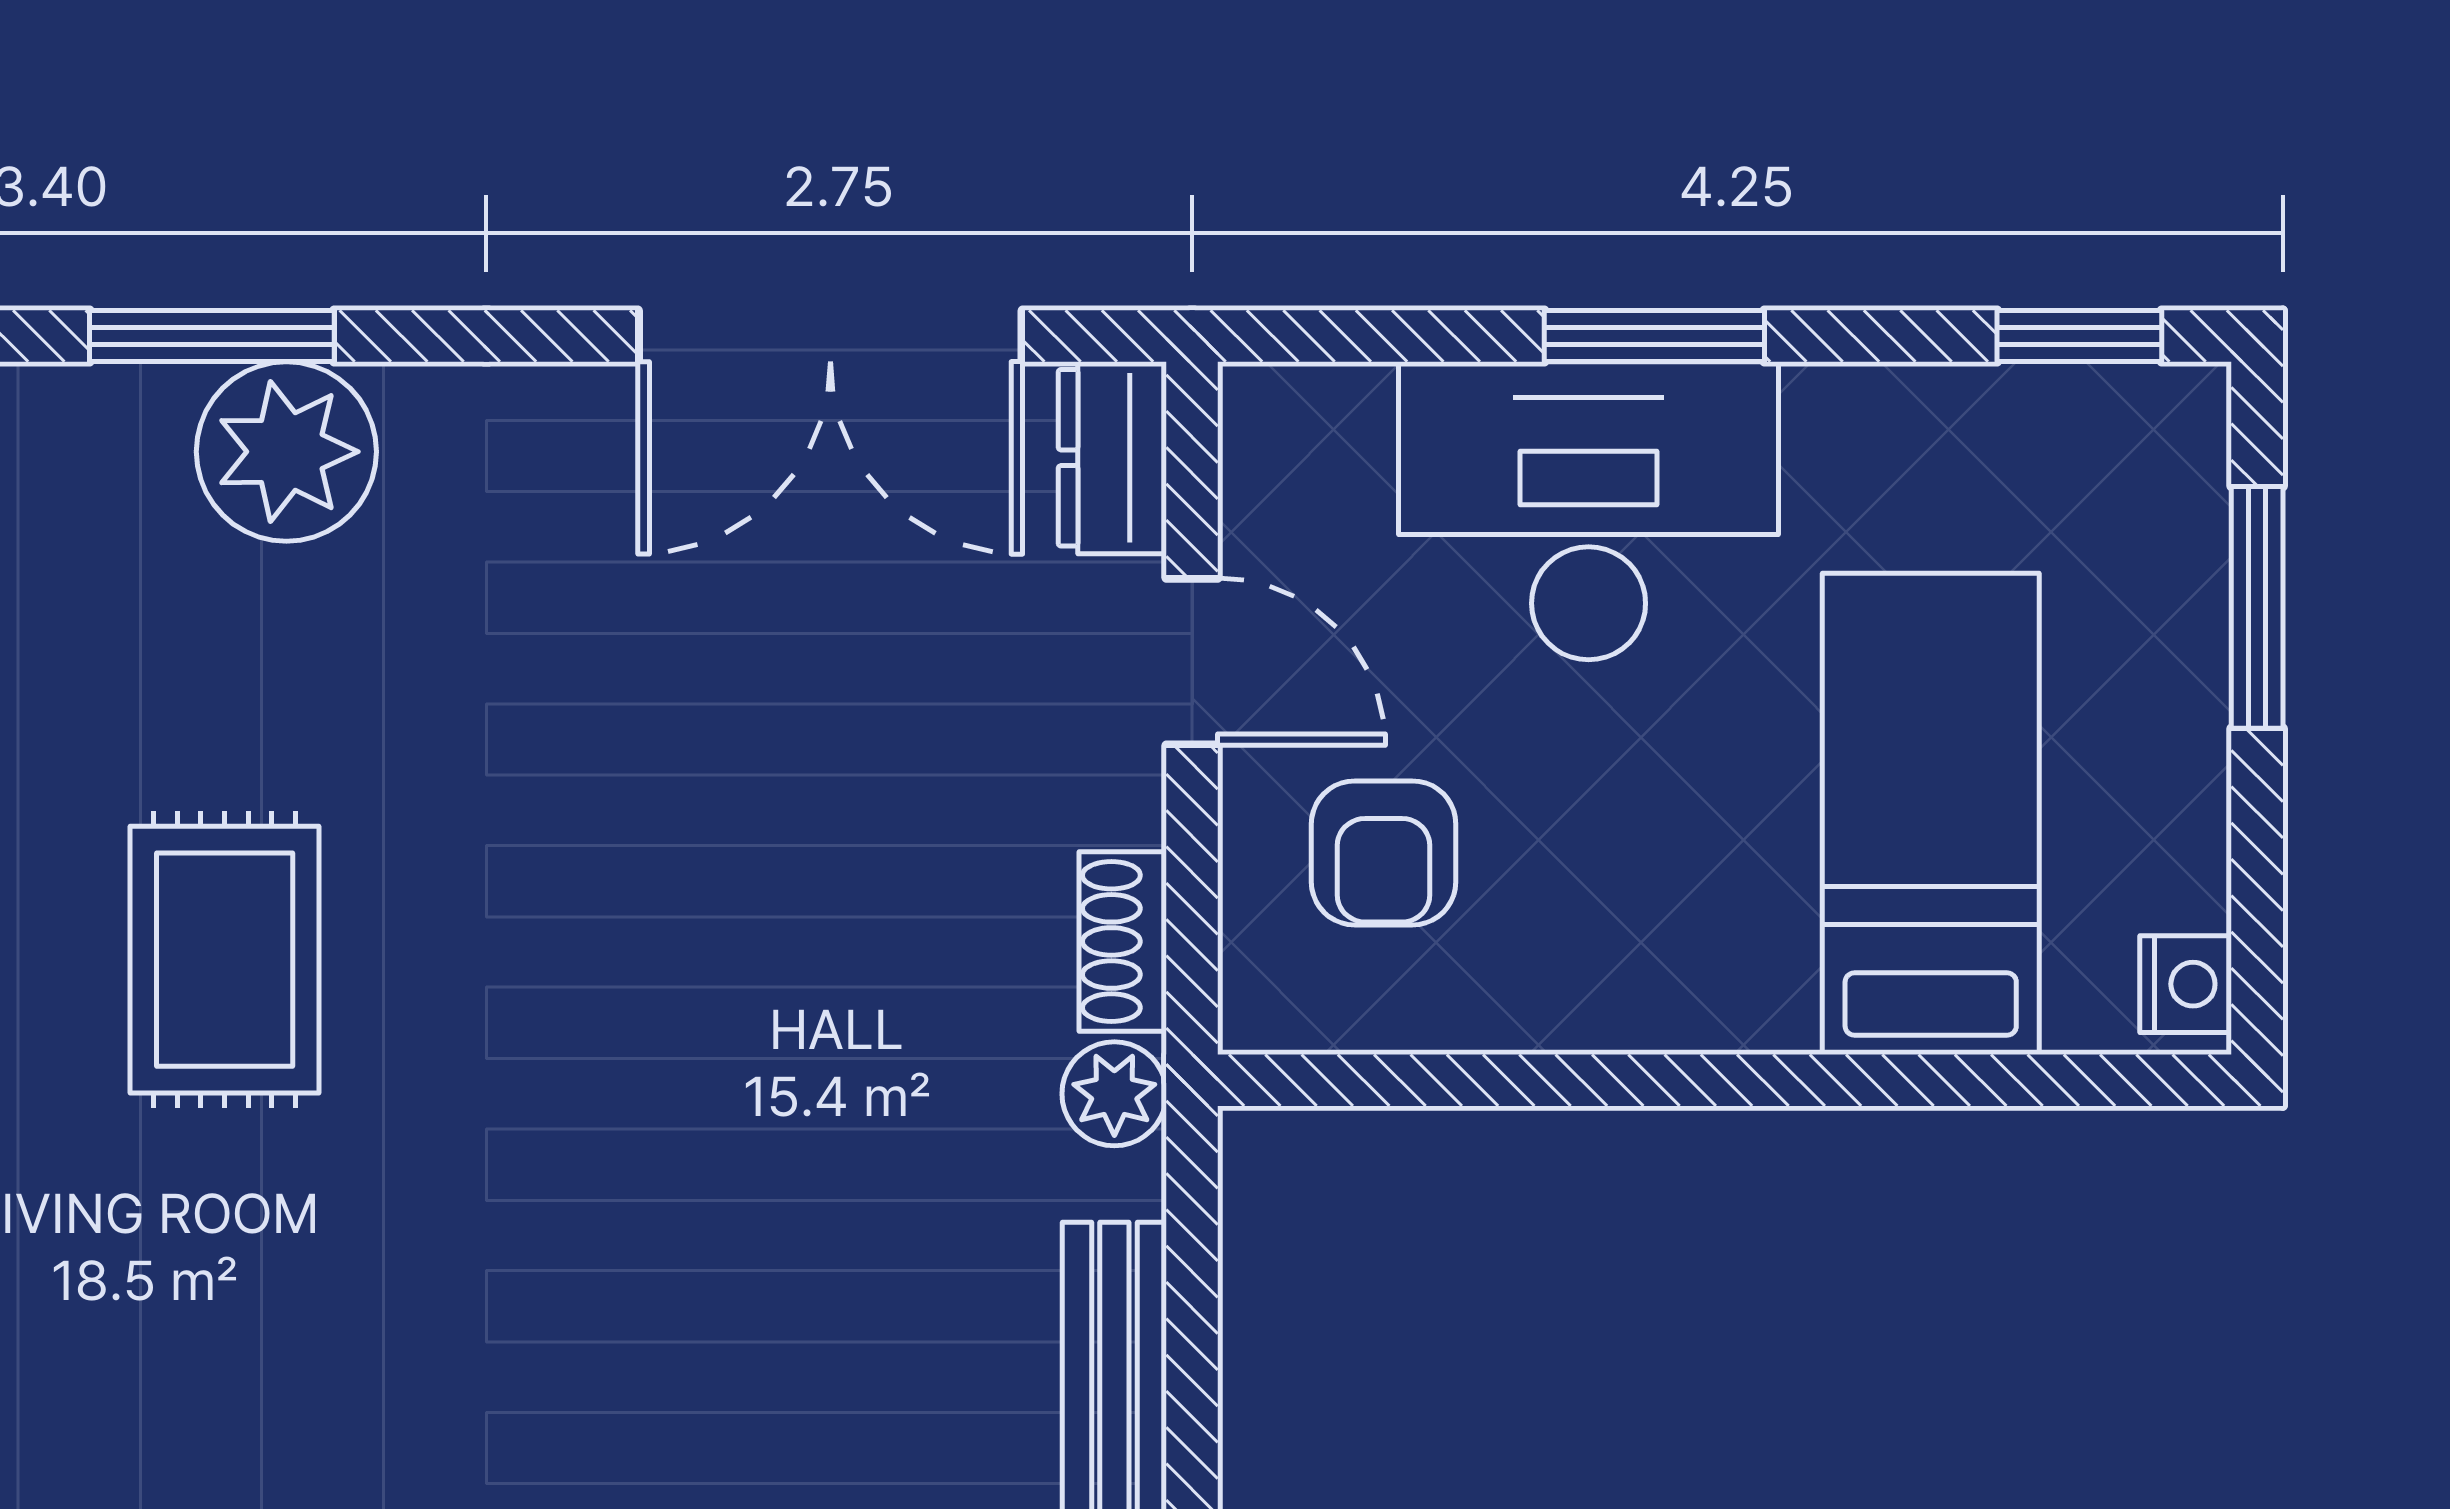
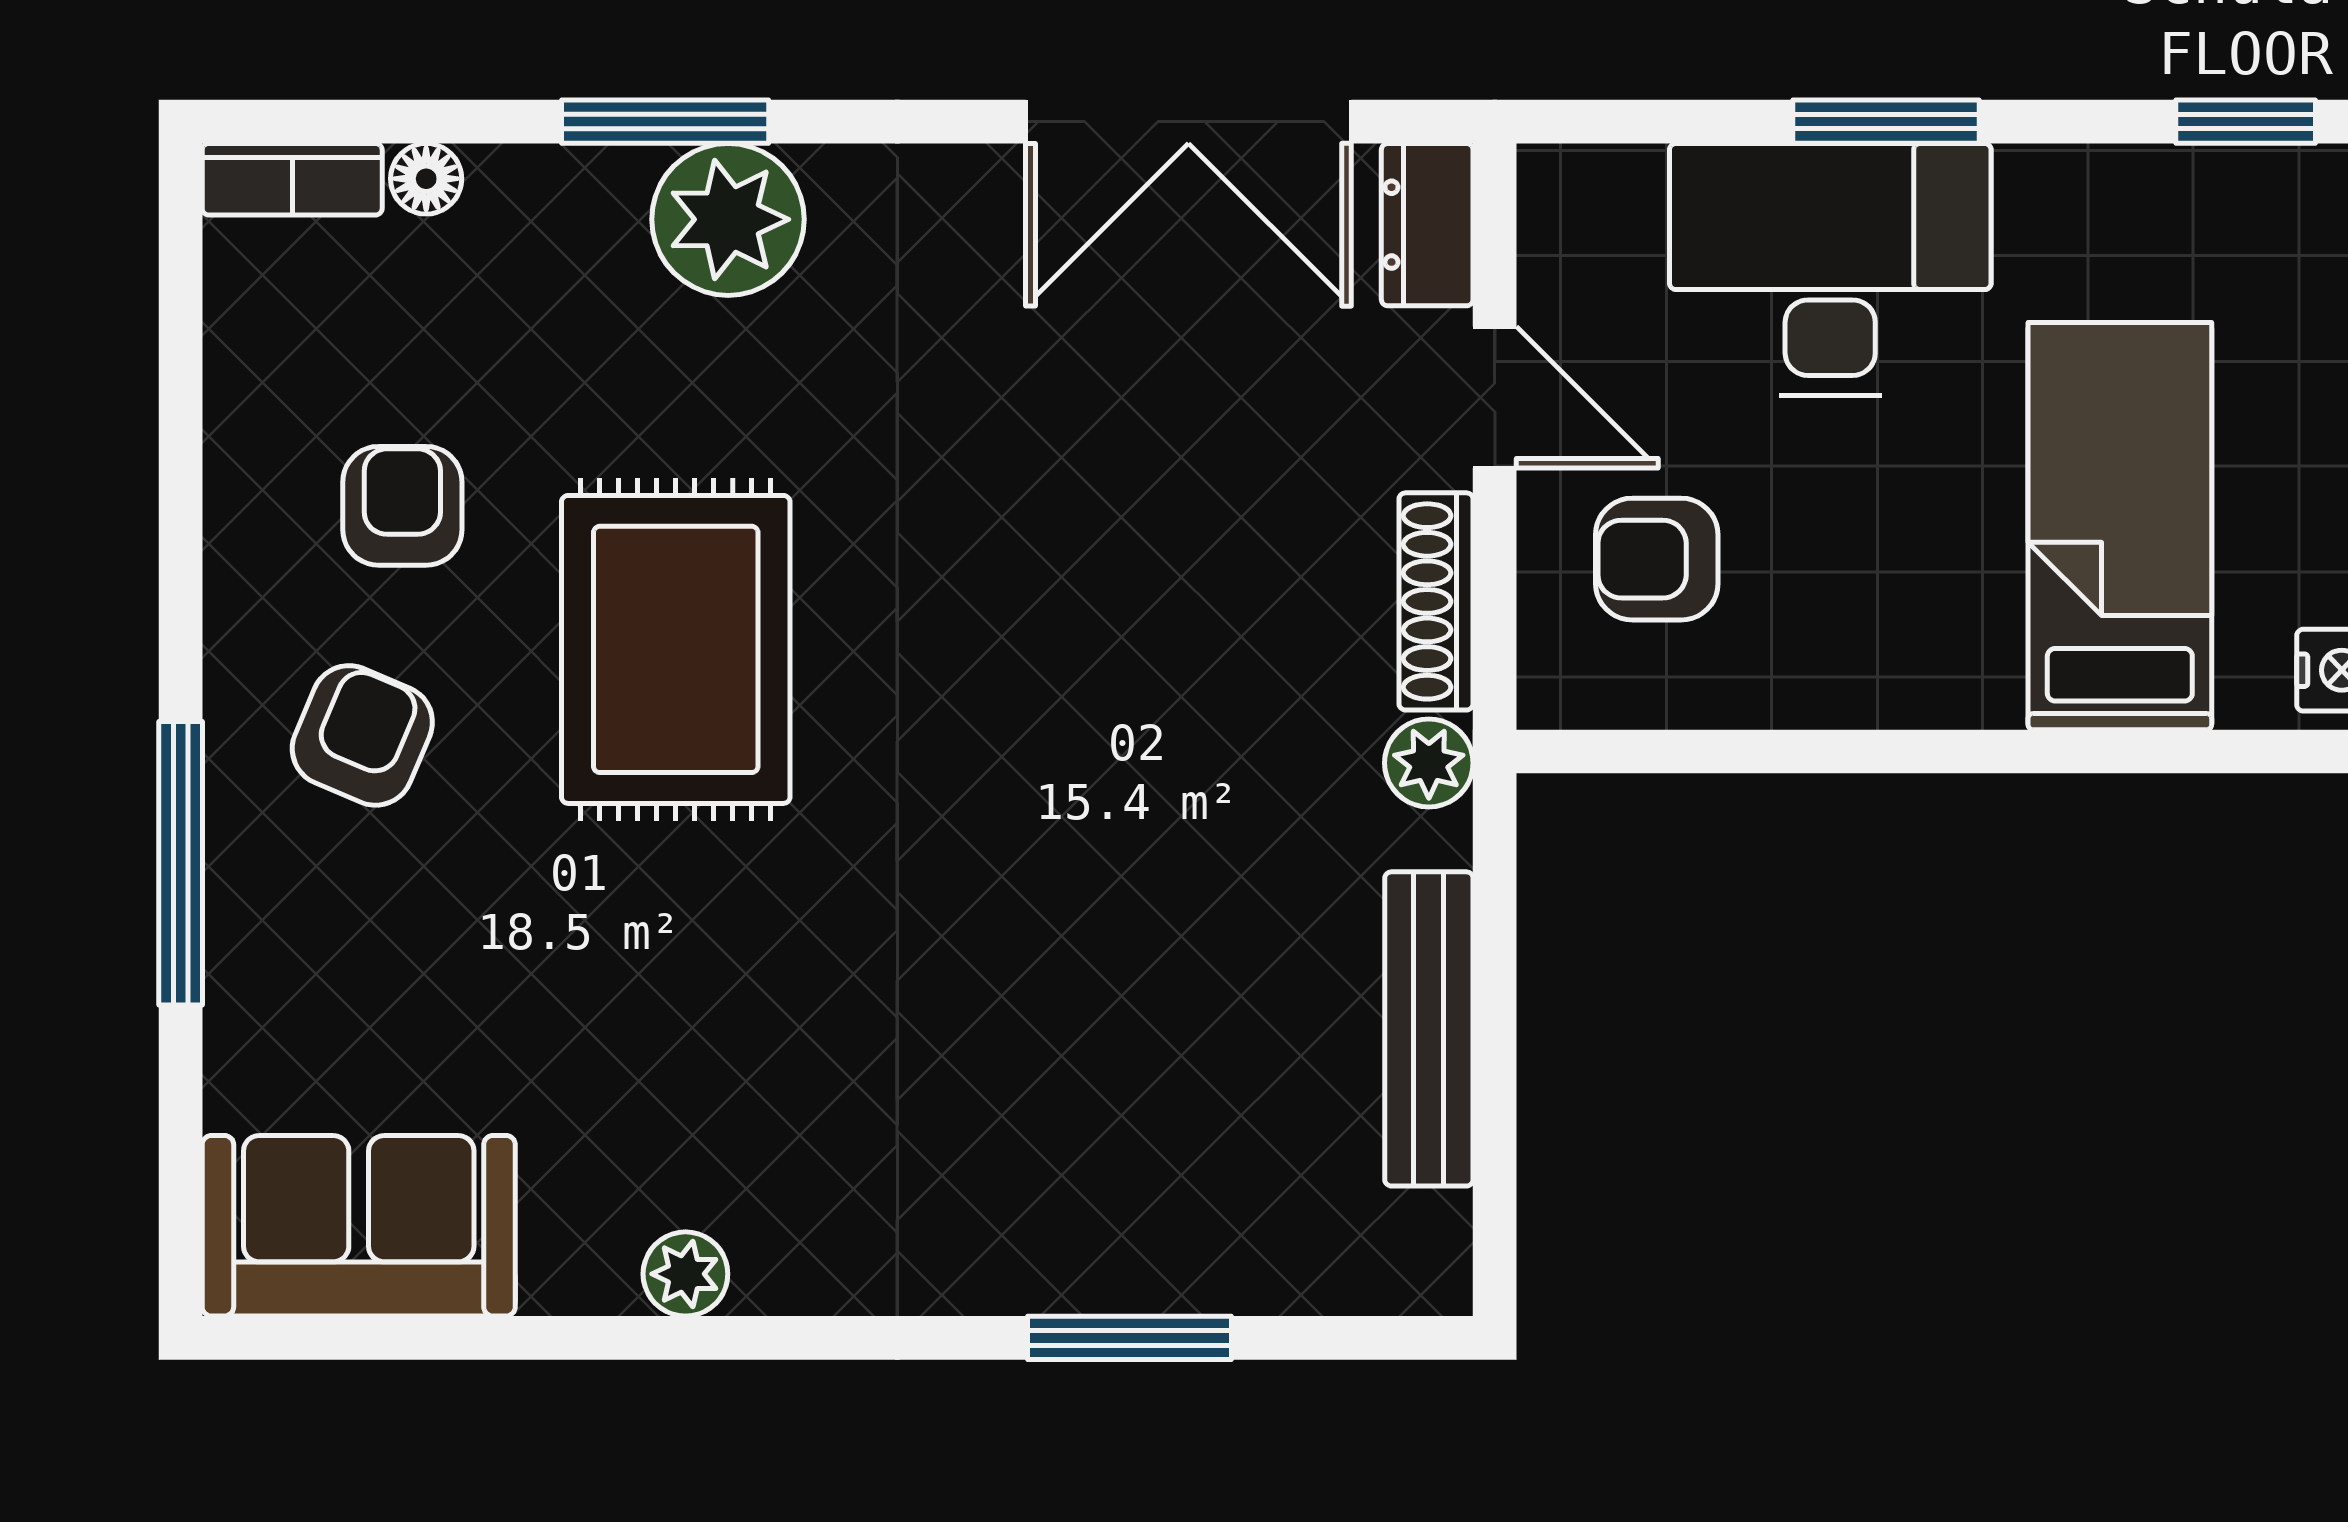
armchair: (1384, 853) -> (1657, 559), turned 90
shoe rack: (1123, 941) -> (1436, 601), width x1.43
rug: (225, 960) -> (676, 649), width x1.36, depth x1.43

